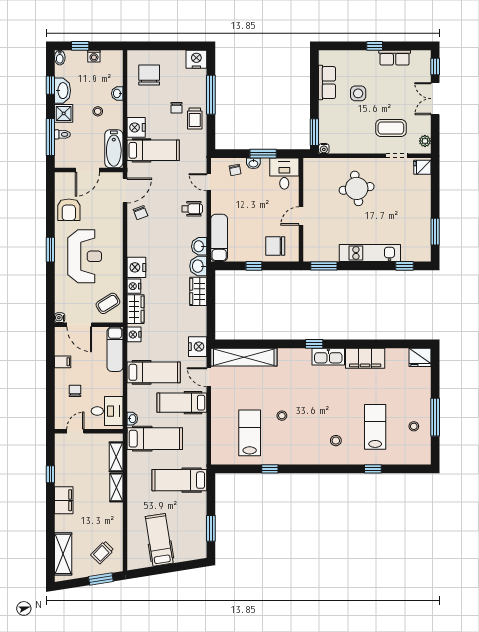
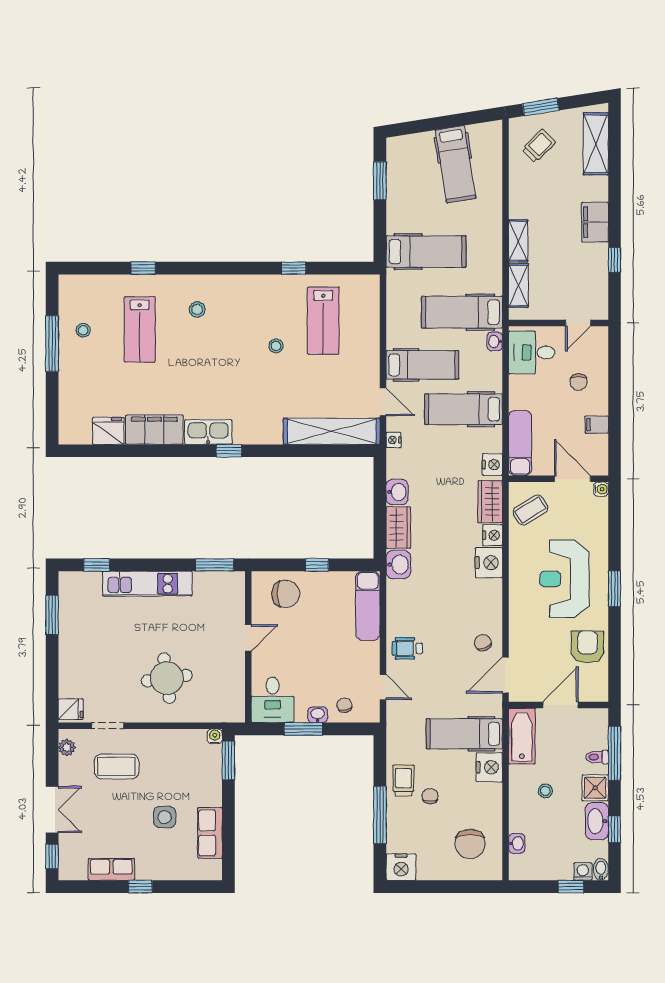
washing machine: (94, 56) -> (583, 872), moved
washbasin: (117, 93) -> (517, 843), moved
washbasin: (199, 246) -> (397, 492), moved
nightstand: (198, 347) -> (394, 440), width x0.53, depth x0.56
fridge: (420, 357) -> (108, 431), moved

